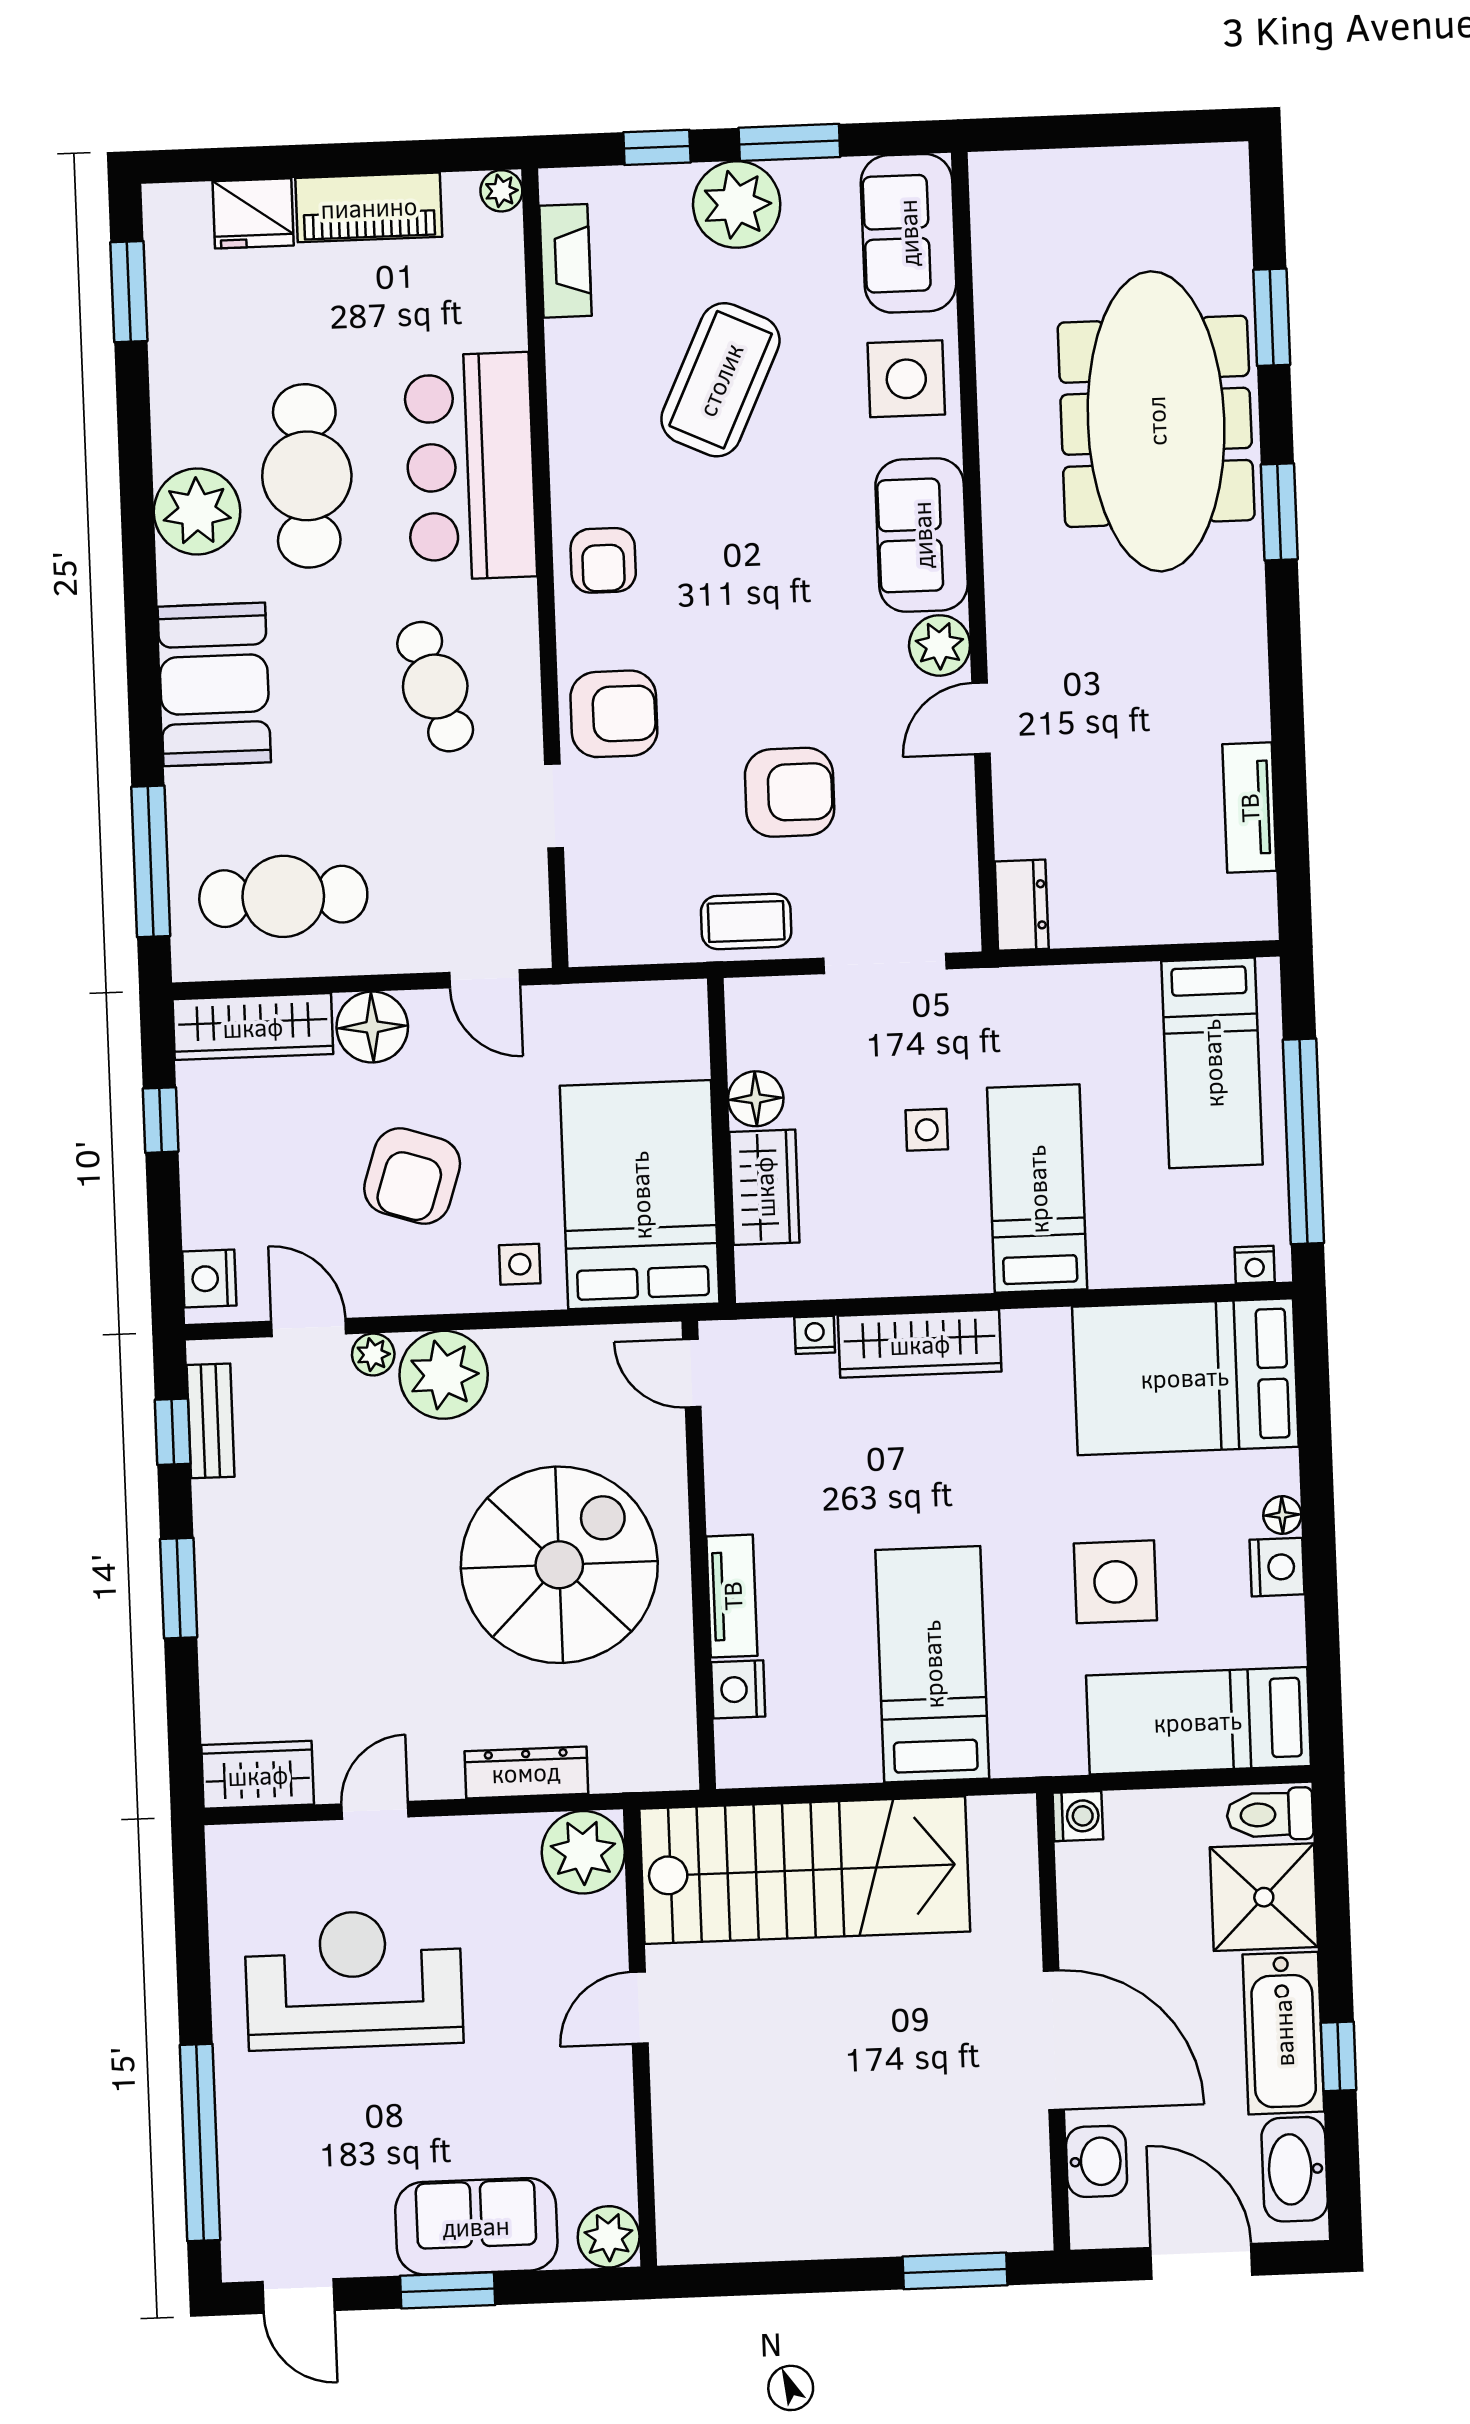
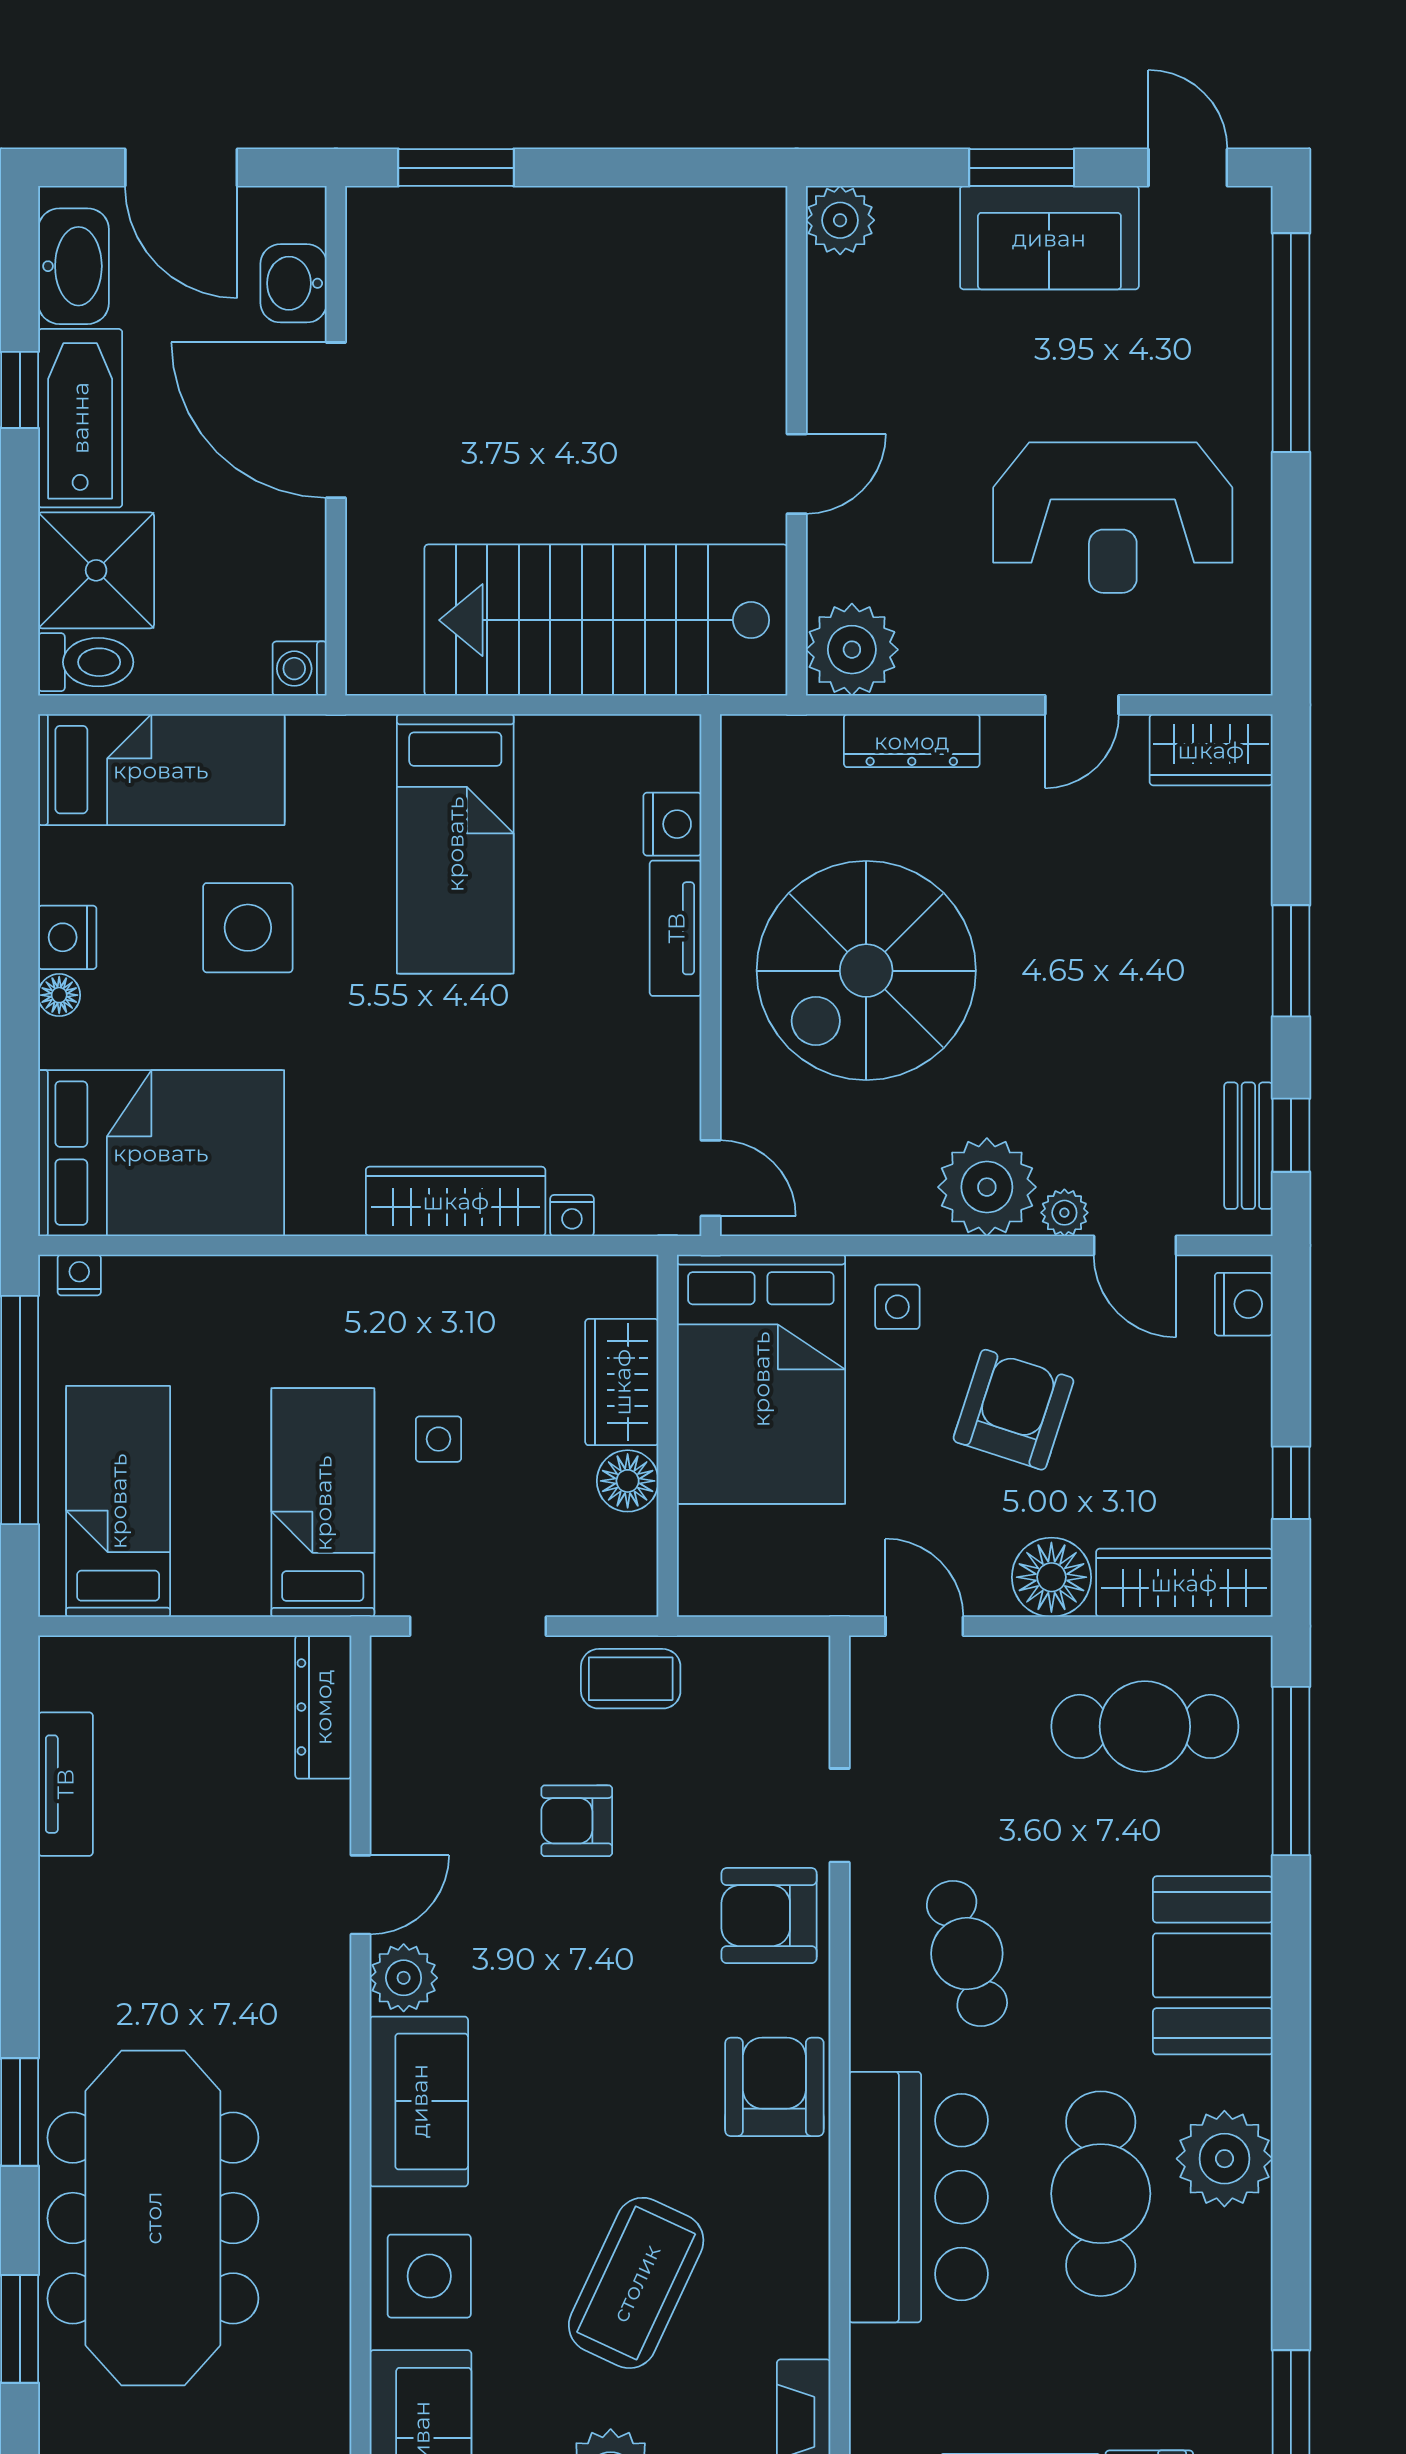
armchair: (603, 560) -> (774, 2087), width x1.38, depth x1.38
armchair: (790, 792) -> (577, 1821), width x0.72, depth x0.72
dresser: (1022, 905) -> (323, 1707), width x1.44
bed: (1037, 1189) -> (323, 1503), moved, turned 180
sofa: (476, 2226) -> (1049, 238), moved

